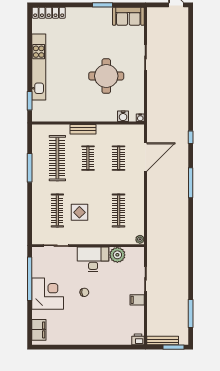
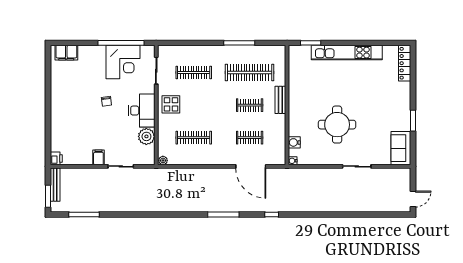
display table: (79, 212) -> (171, 104), moved
corner desk: (48, 294) -> (123, 62), moved

